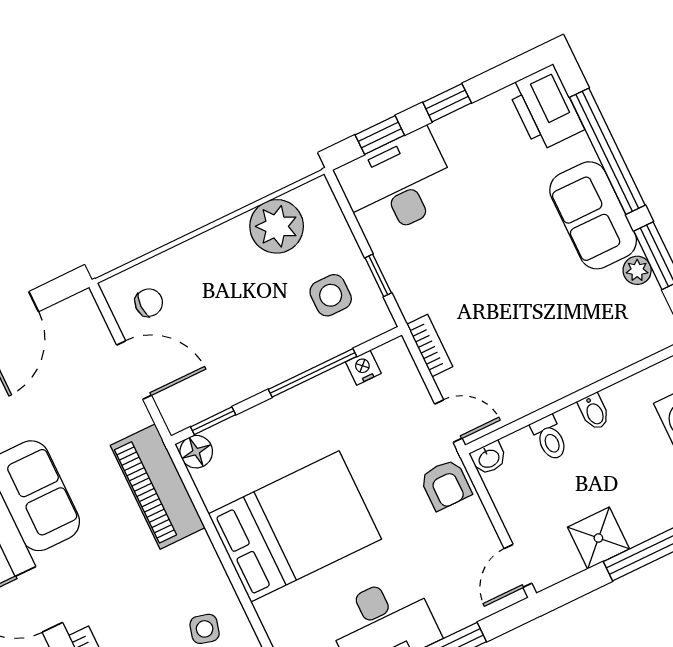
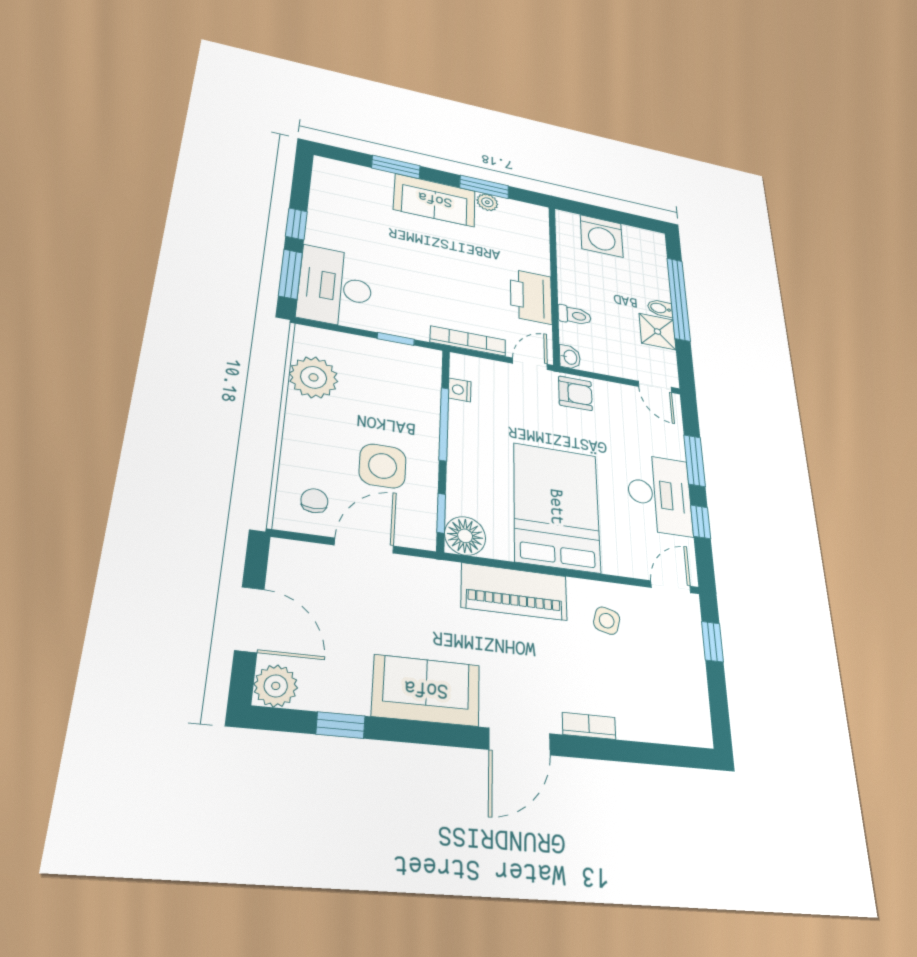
printer: (545, 108) -> (531, 297), moved, turned 90
window: (380, 135) -> (290, 274), width x1.50
window: (607, 151) -> (396, 167), width x0.47
side table: (331, 295) -> (383, 466), moved, width x1.37, depth x1.37
bookcase: (430, 345) -> (468, 341), width x1.56
bidet: (594, 412) -> (660, 308), moved, turned 180
floor lamp: (196, 452) -> (465, 536), width x1.38, depth x1.38
piano: (158, 487) -> (514, 592), moved

